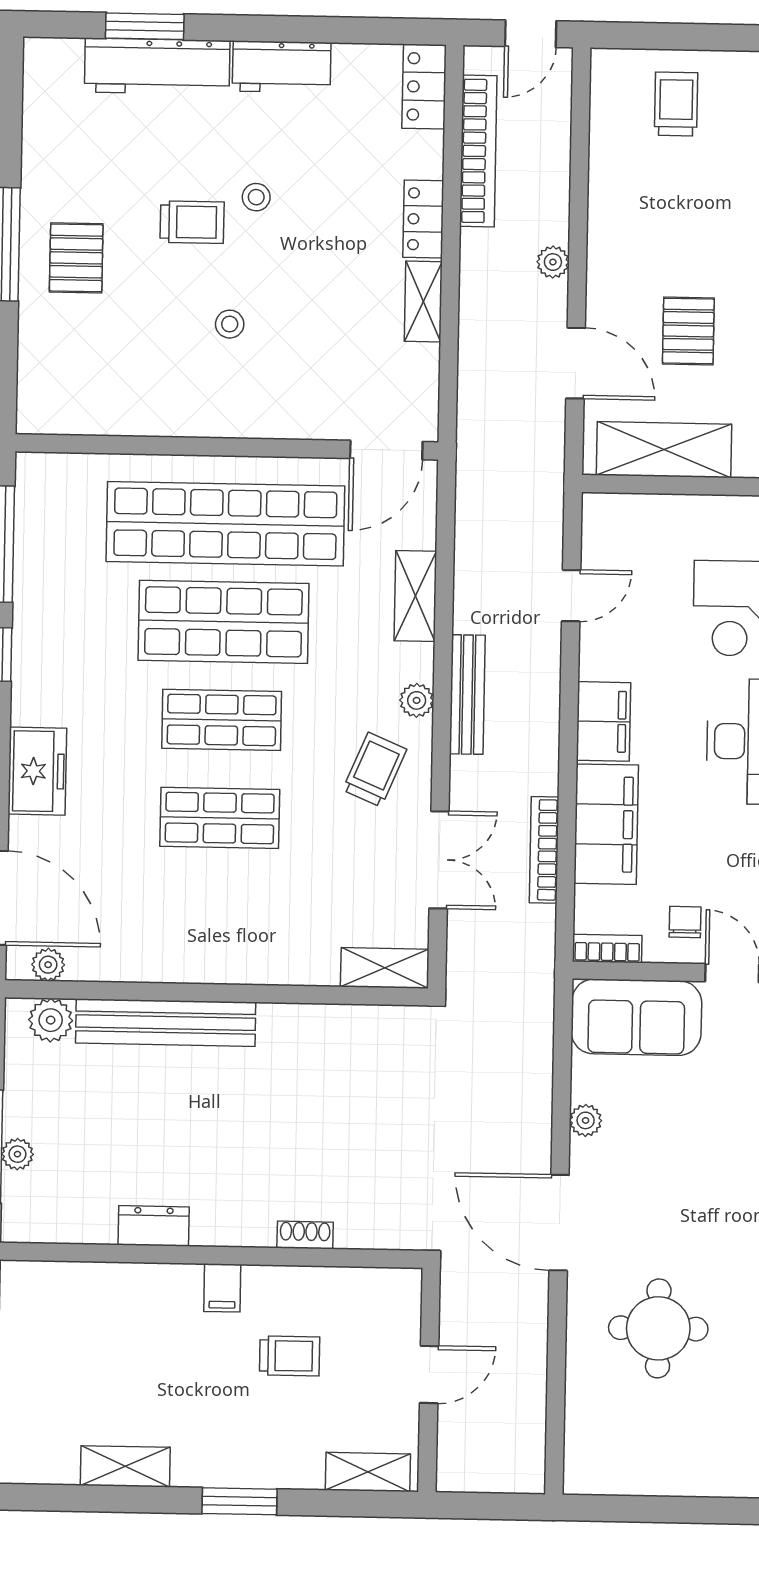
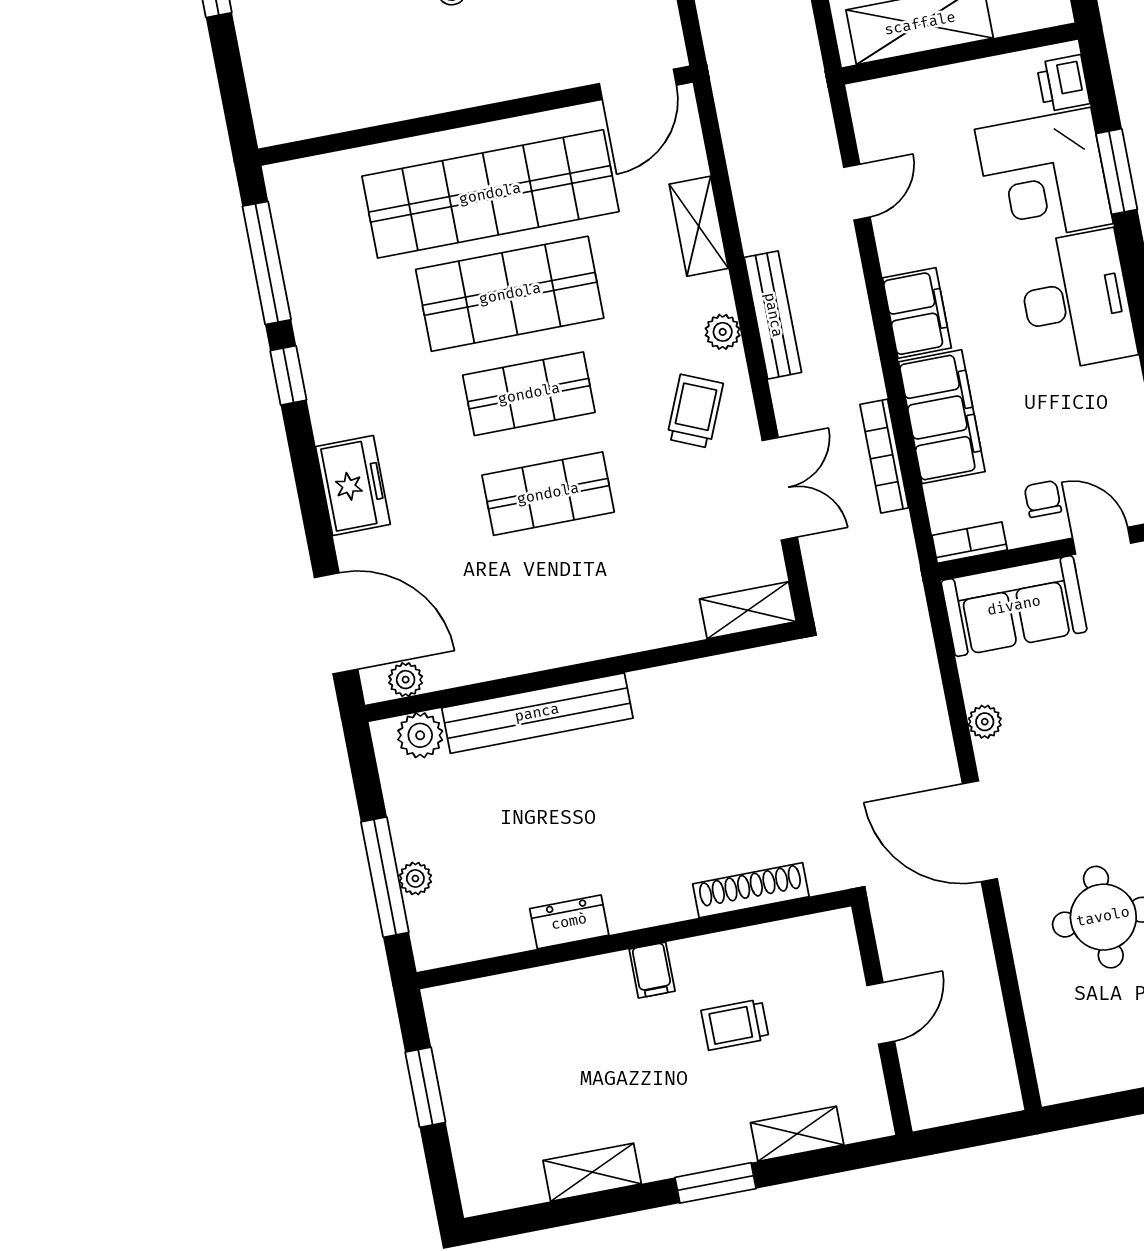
shoe rack: (305, 1235) -> (751, 890), width x1.94, depth x1.24
trolley: (290, 1356) -> (735, 1025), turned 180
shelving: (368, 1472) -> (797, 1134), moved

